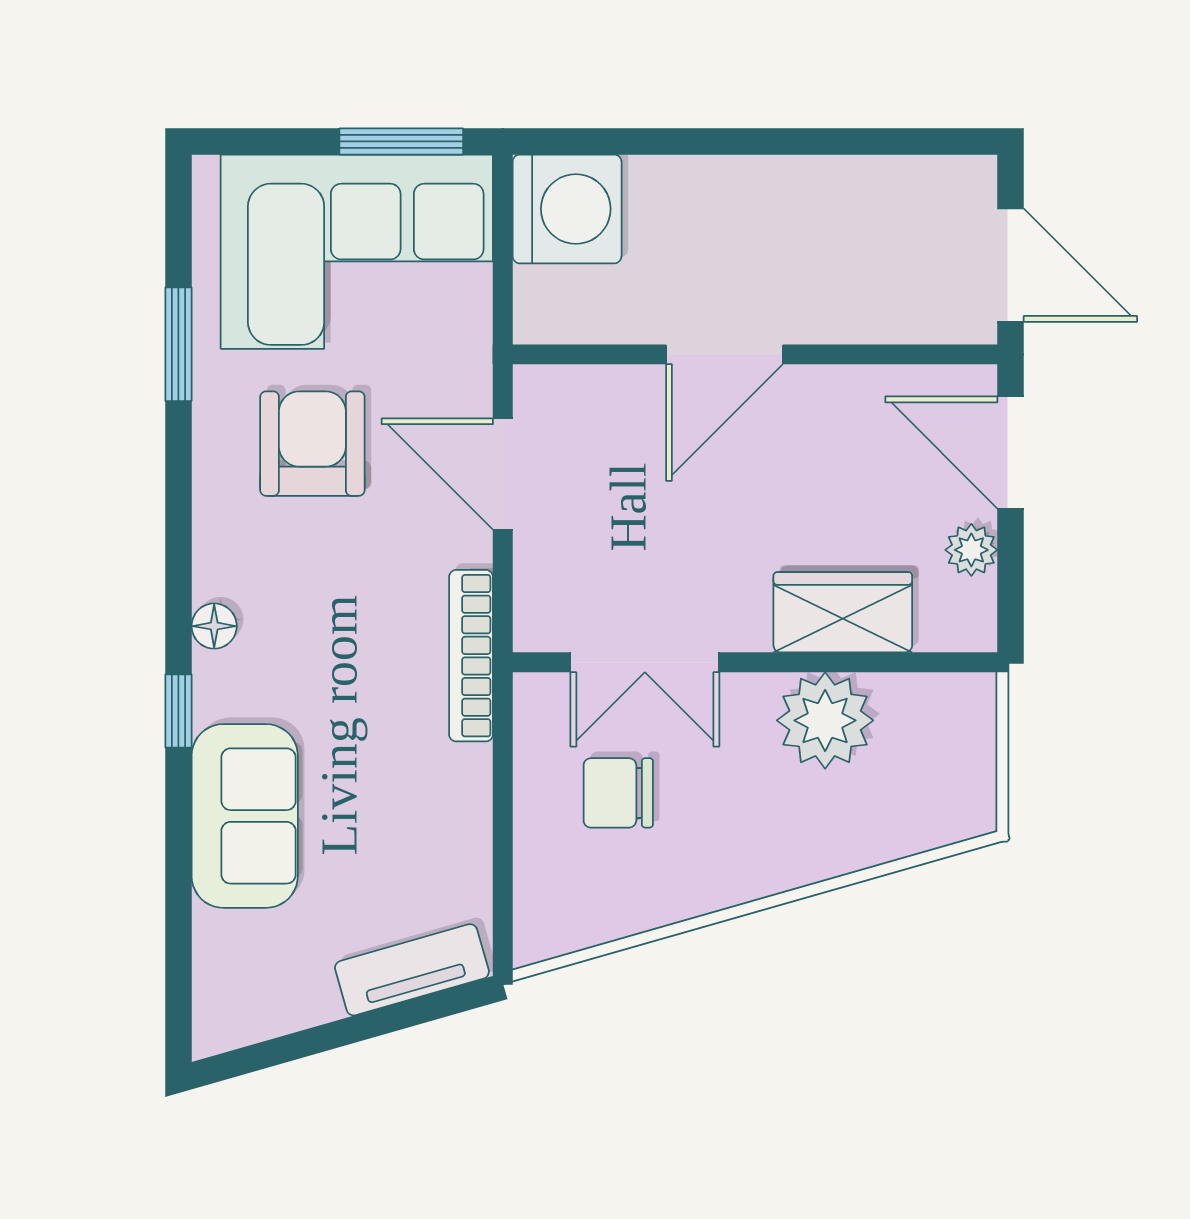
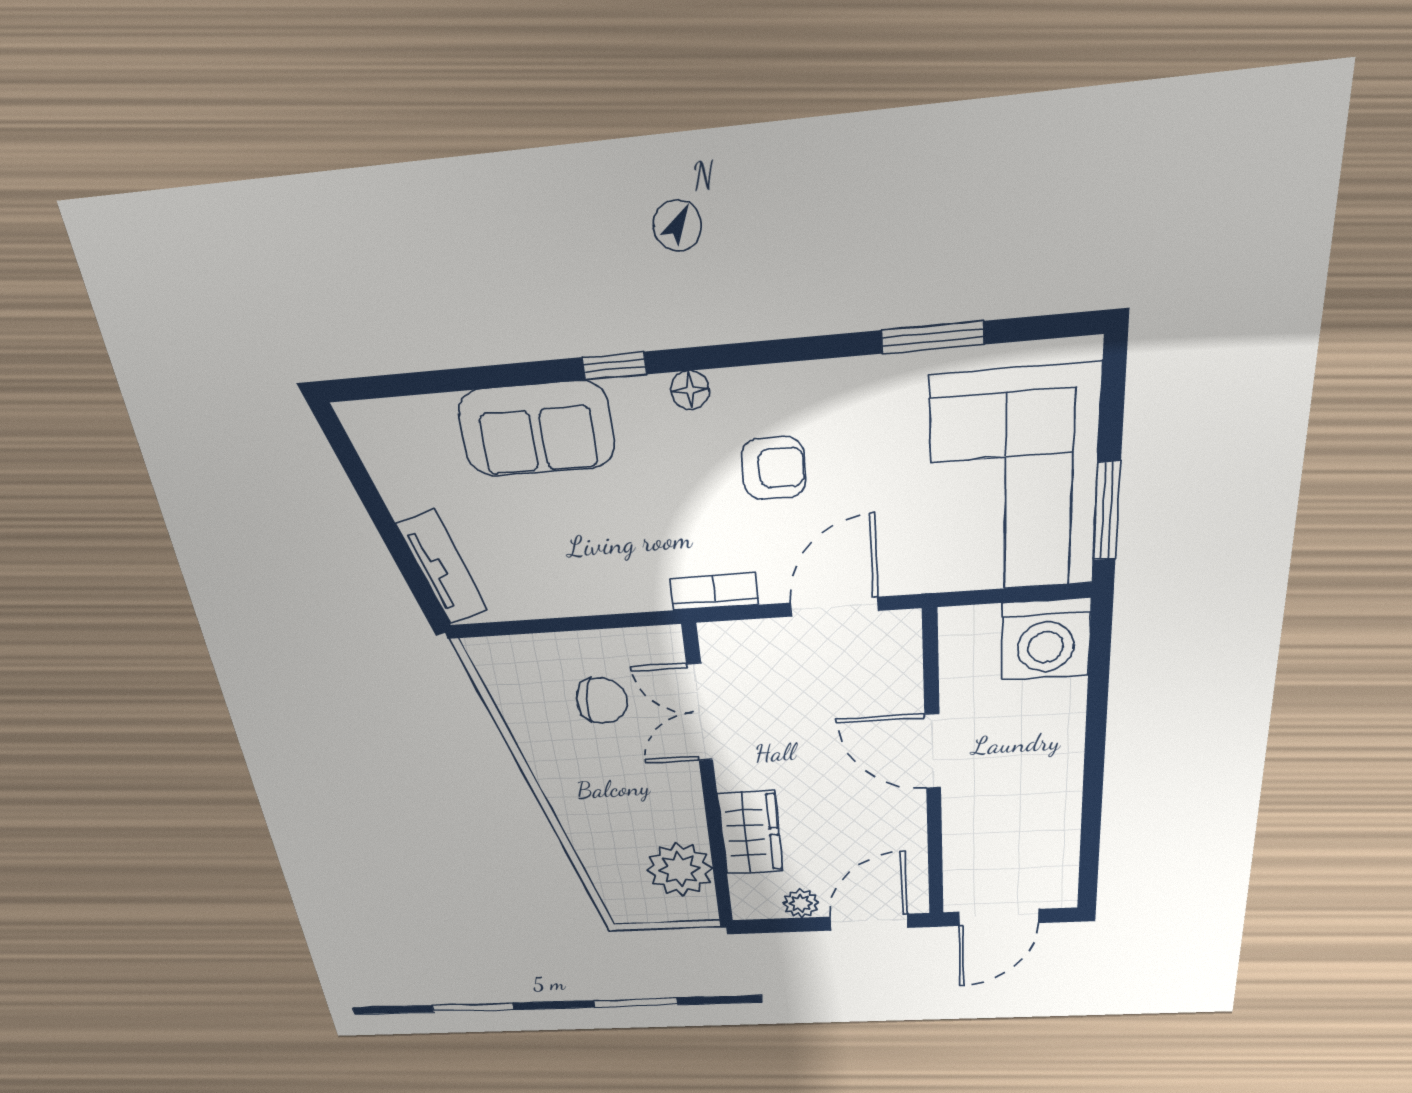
armchair: (312, 444) -> (774, 468), moved, width x0.72, depth x0.72
bookcase: (471, 656) -> (714, 592), width x0.64
plant: (825, 720) -> (680, 869), moved
chair: (618, 793) -> (602, 701), turned 98

